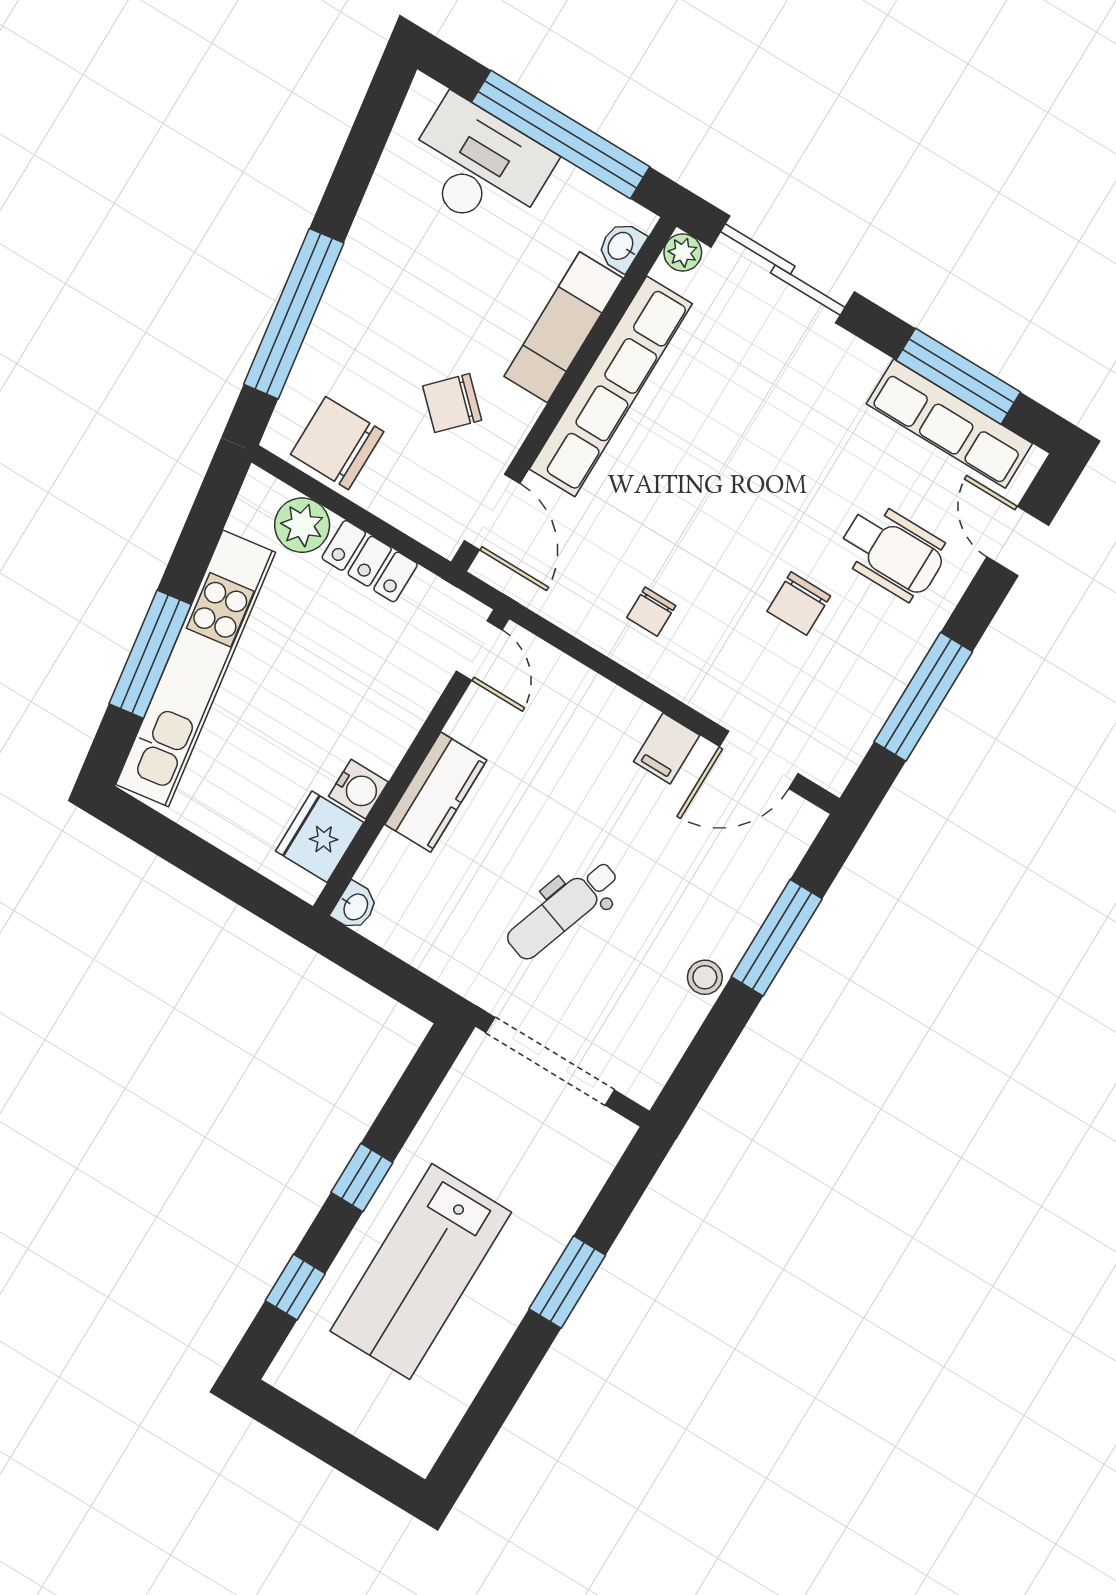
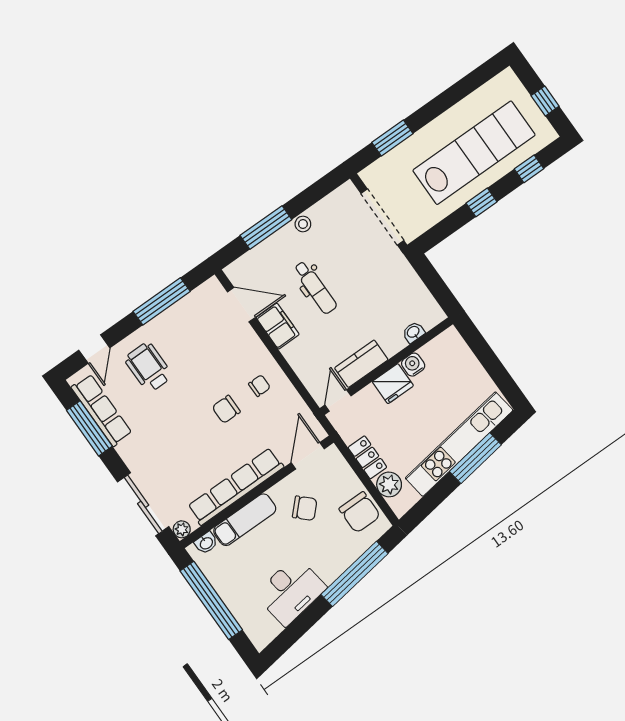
desk: (479, 166) -> (291, 591), moved, turned -98
chair: (799, 604) -> (226, 409), moved, turned 180
filing cabinet: (667, 748) -> (278, 326), width x2.00
kitchen counter: (436, 792) -> (361, 364), moved
fridge: (320, 837) -> (393, 384), moved
washbasin: (355, 906) -> (413, 332), moved
dental chair: (563, 910) -> (315, 287), moved, turned 71
lab bench: (421, 1272) -> (474, 153), width x1.36
window: (567, 1282) -> (392, 138), moved
window: (322, 1439) -> (545, 101), added

